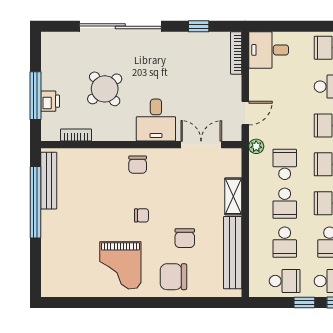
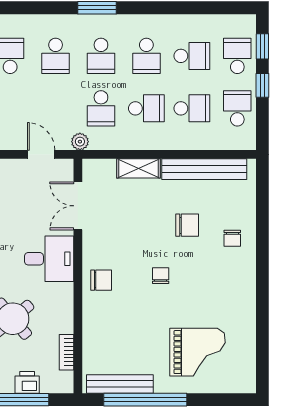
school desk: (285, 164) -> (101, 108), turned -90
grand piano: (120, 265) -> (198, 352), moved
chair: (173, 277) -> (232, 238), width x0.54, depth x0.54

